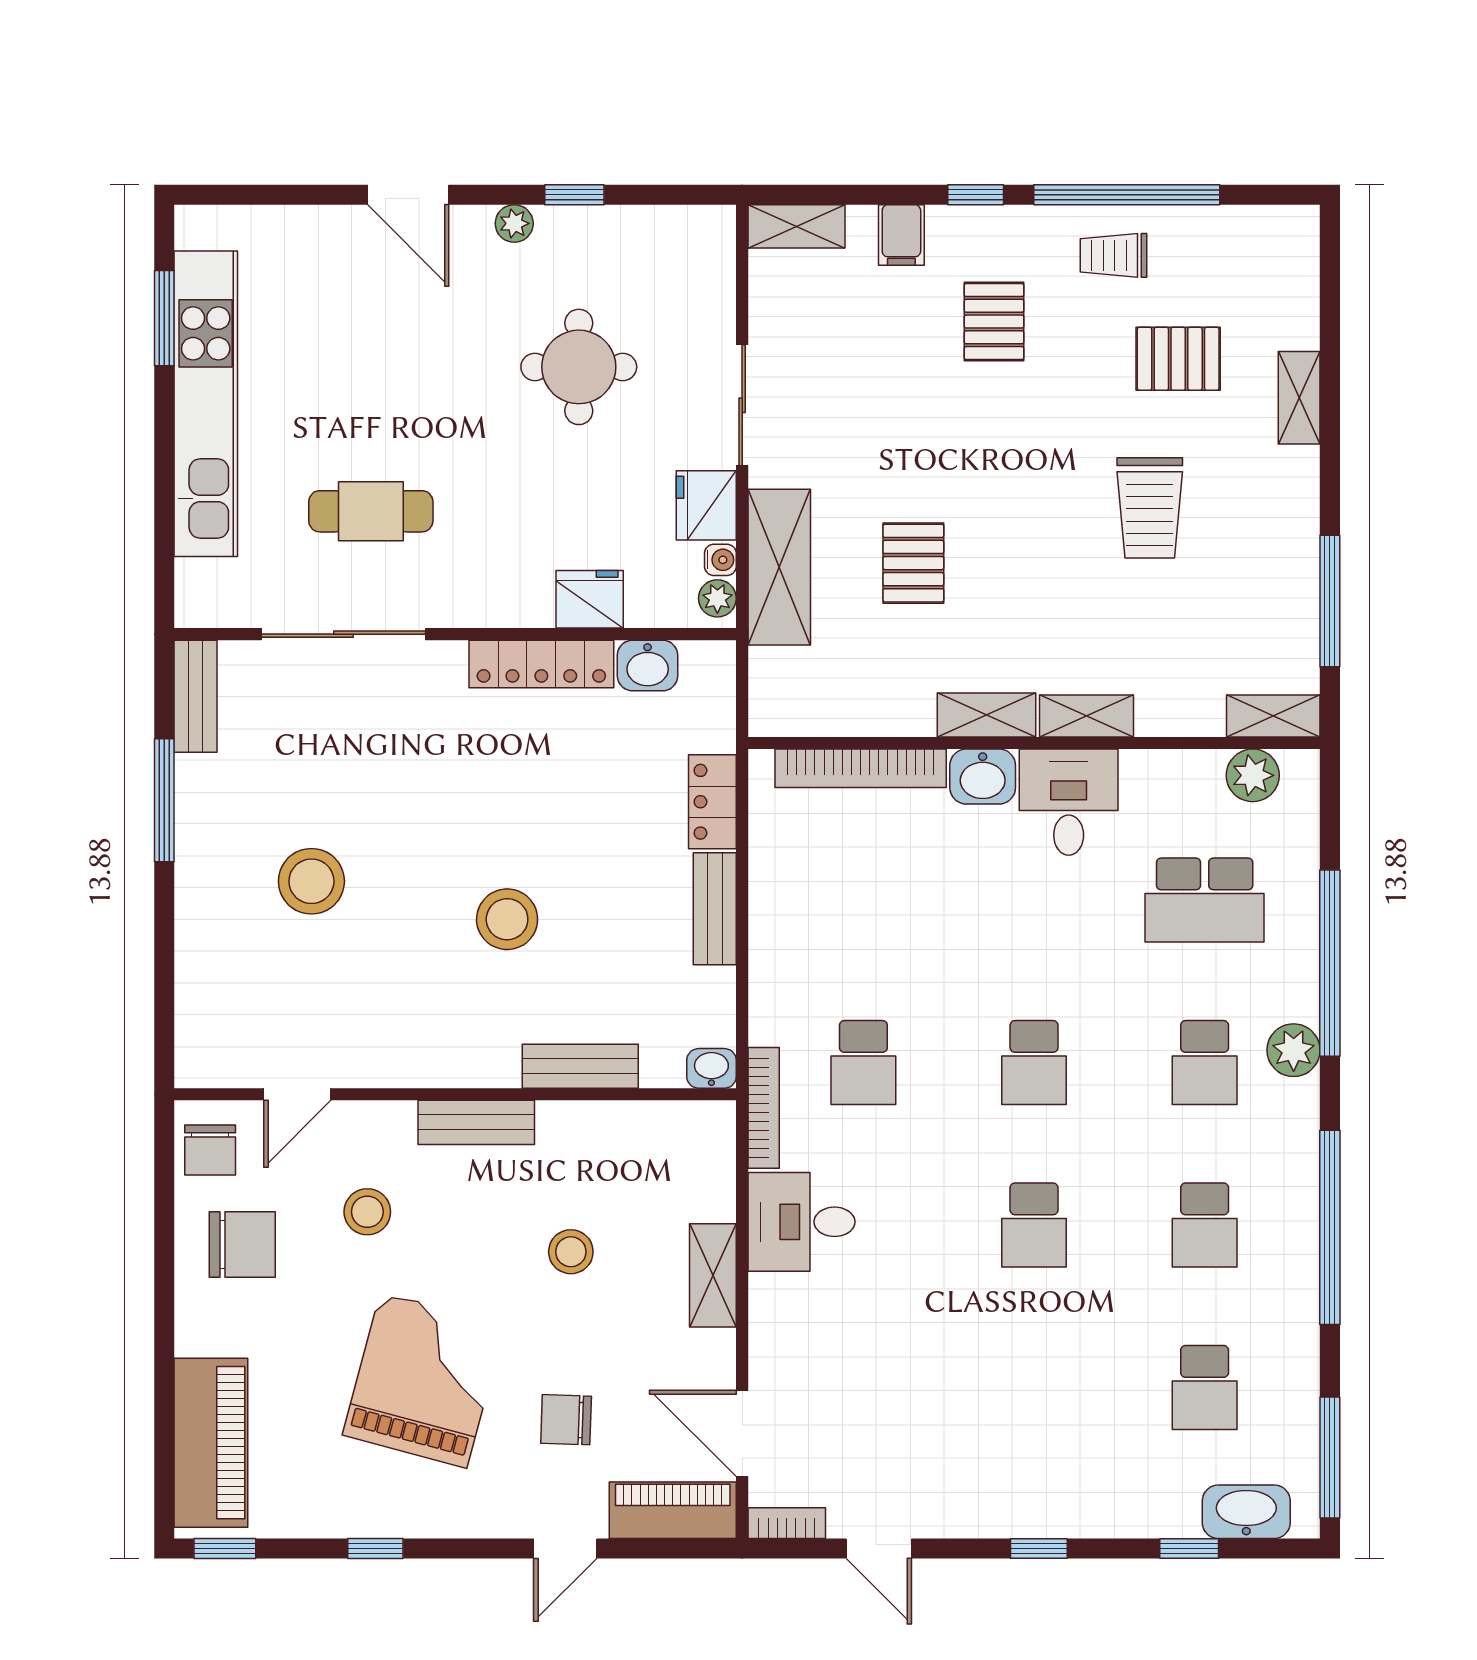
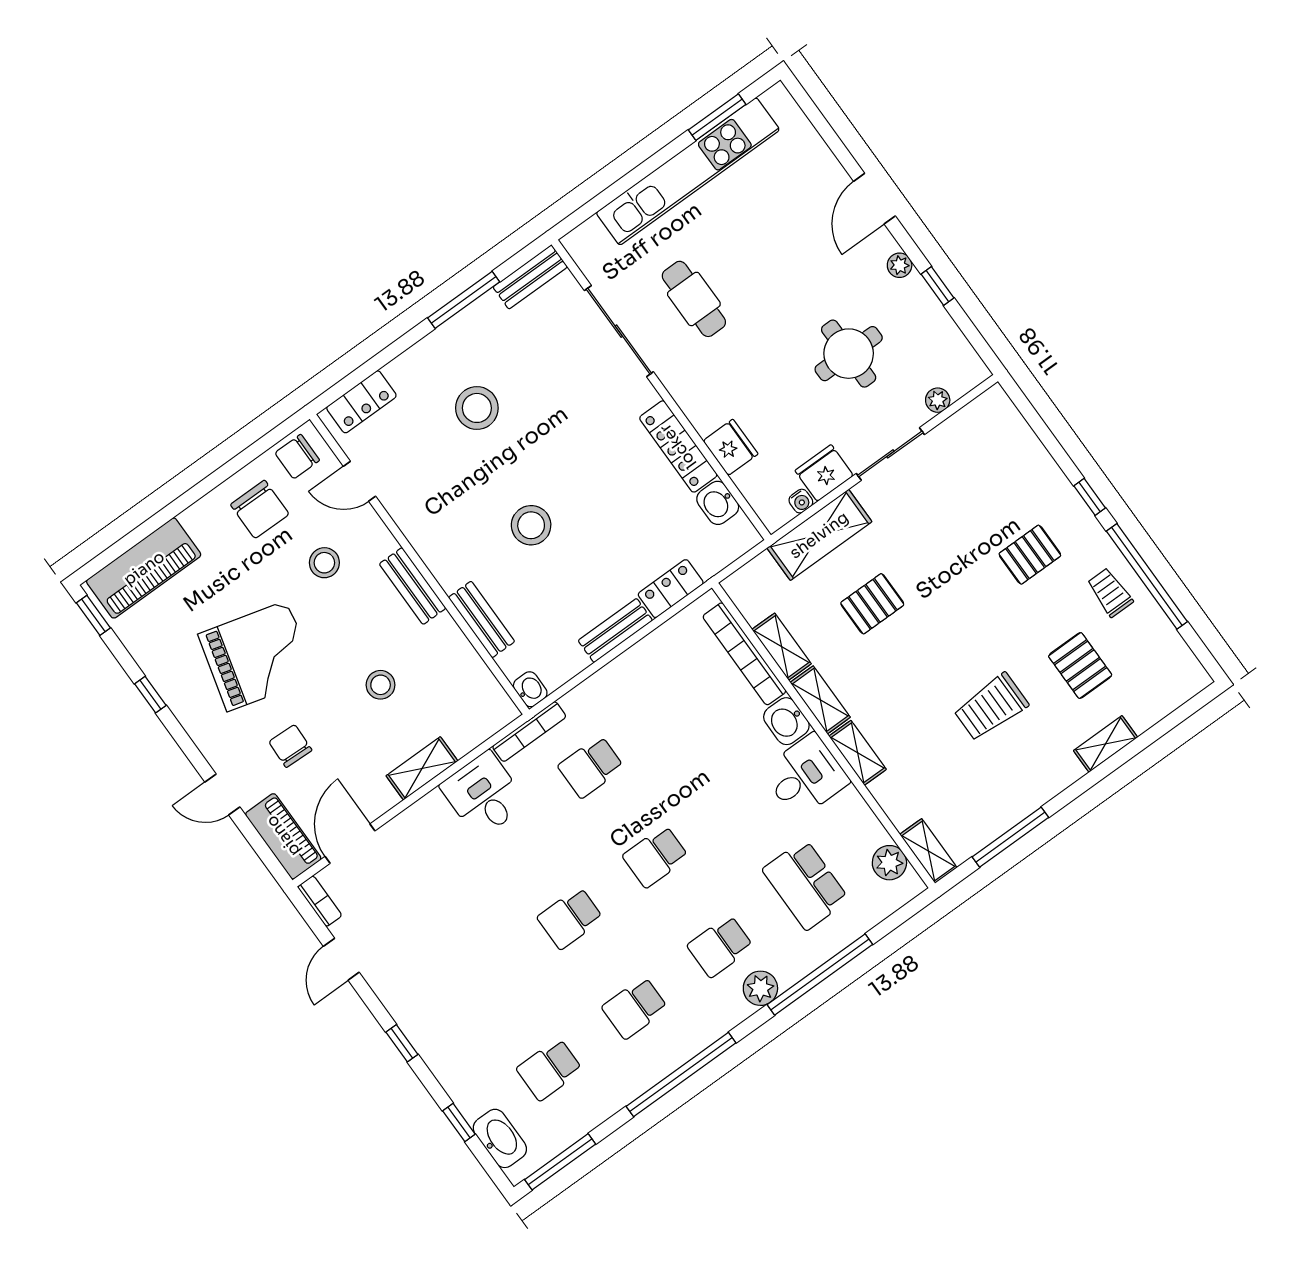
shelving: (796, 226) -> (782, 647), moved
filing cabinet: (901, 235) -> (1040, 473), removed
plant: (717, 598) -> (938, 400), moved
locker: (199, 1020) -> (361, 402), added

